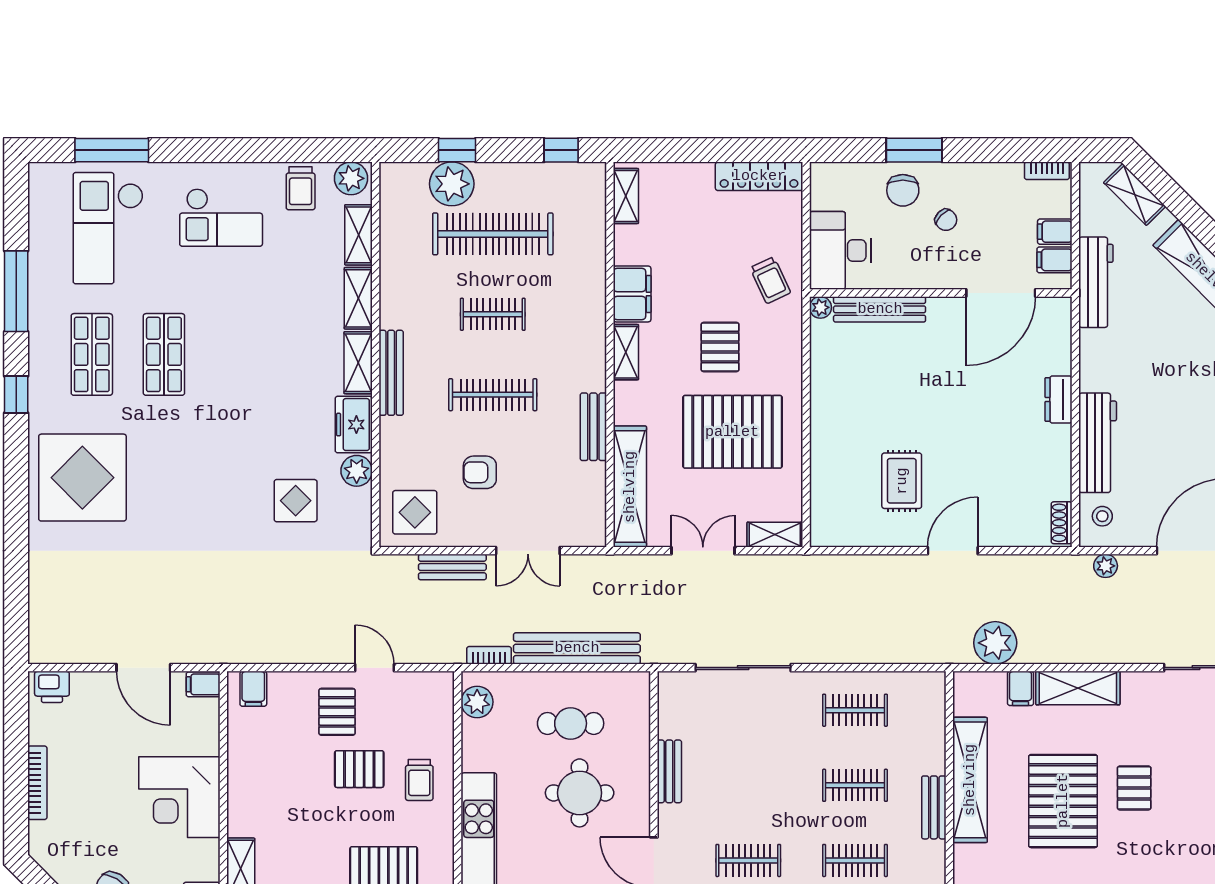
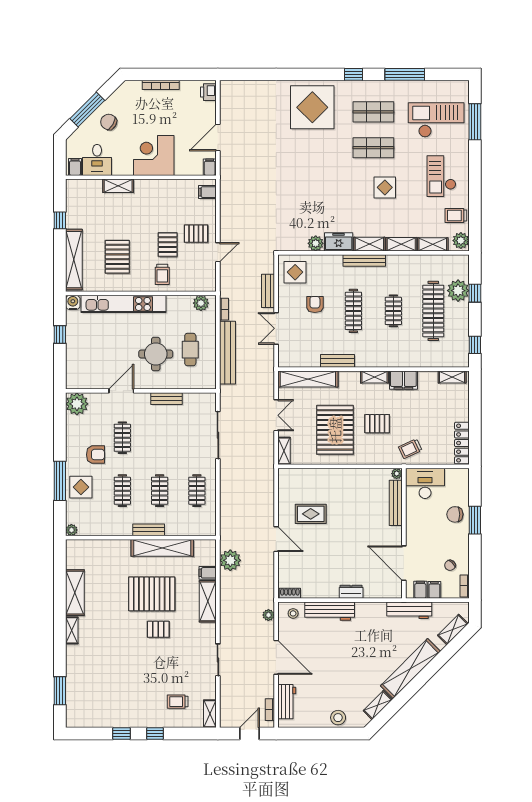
chair: (946, 220) -> (450, 565), moved
display table: (296, 501) -> (385, 187), moved
trolley: (419, 780) -> (162, 274), turned -90

